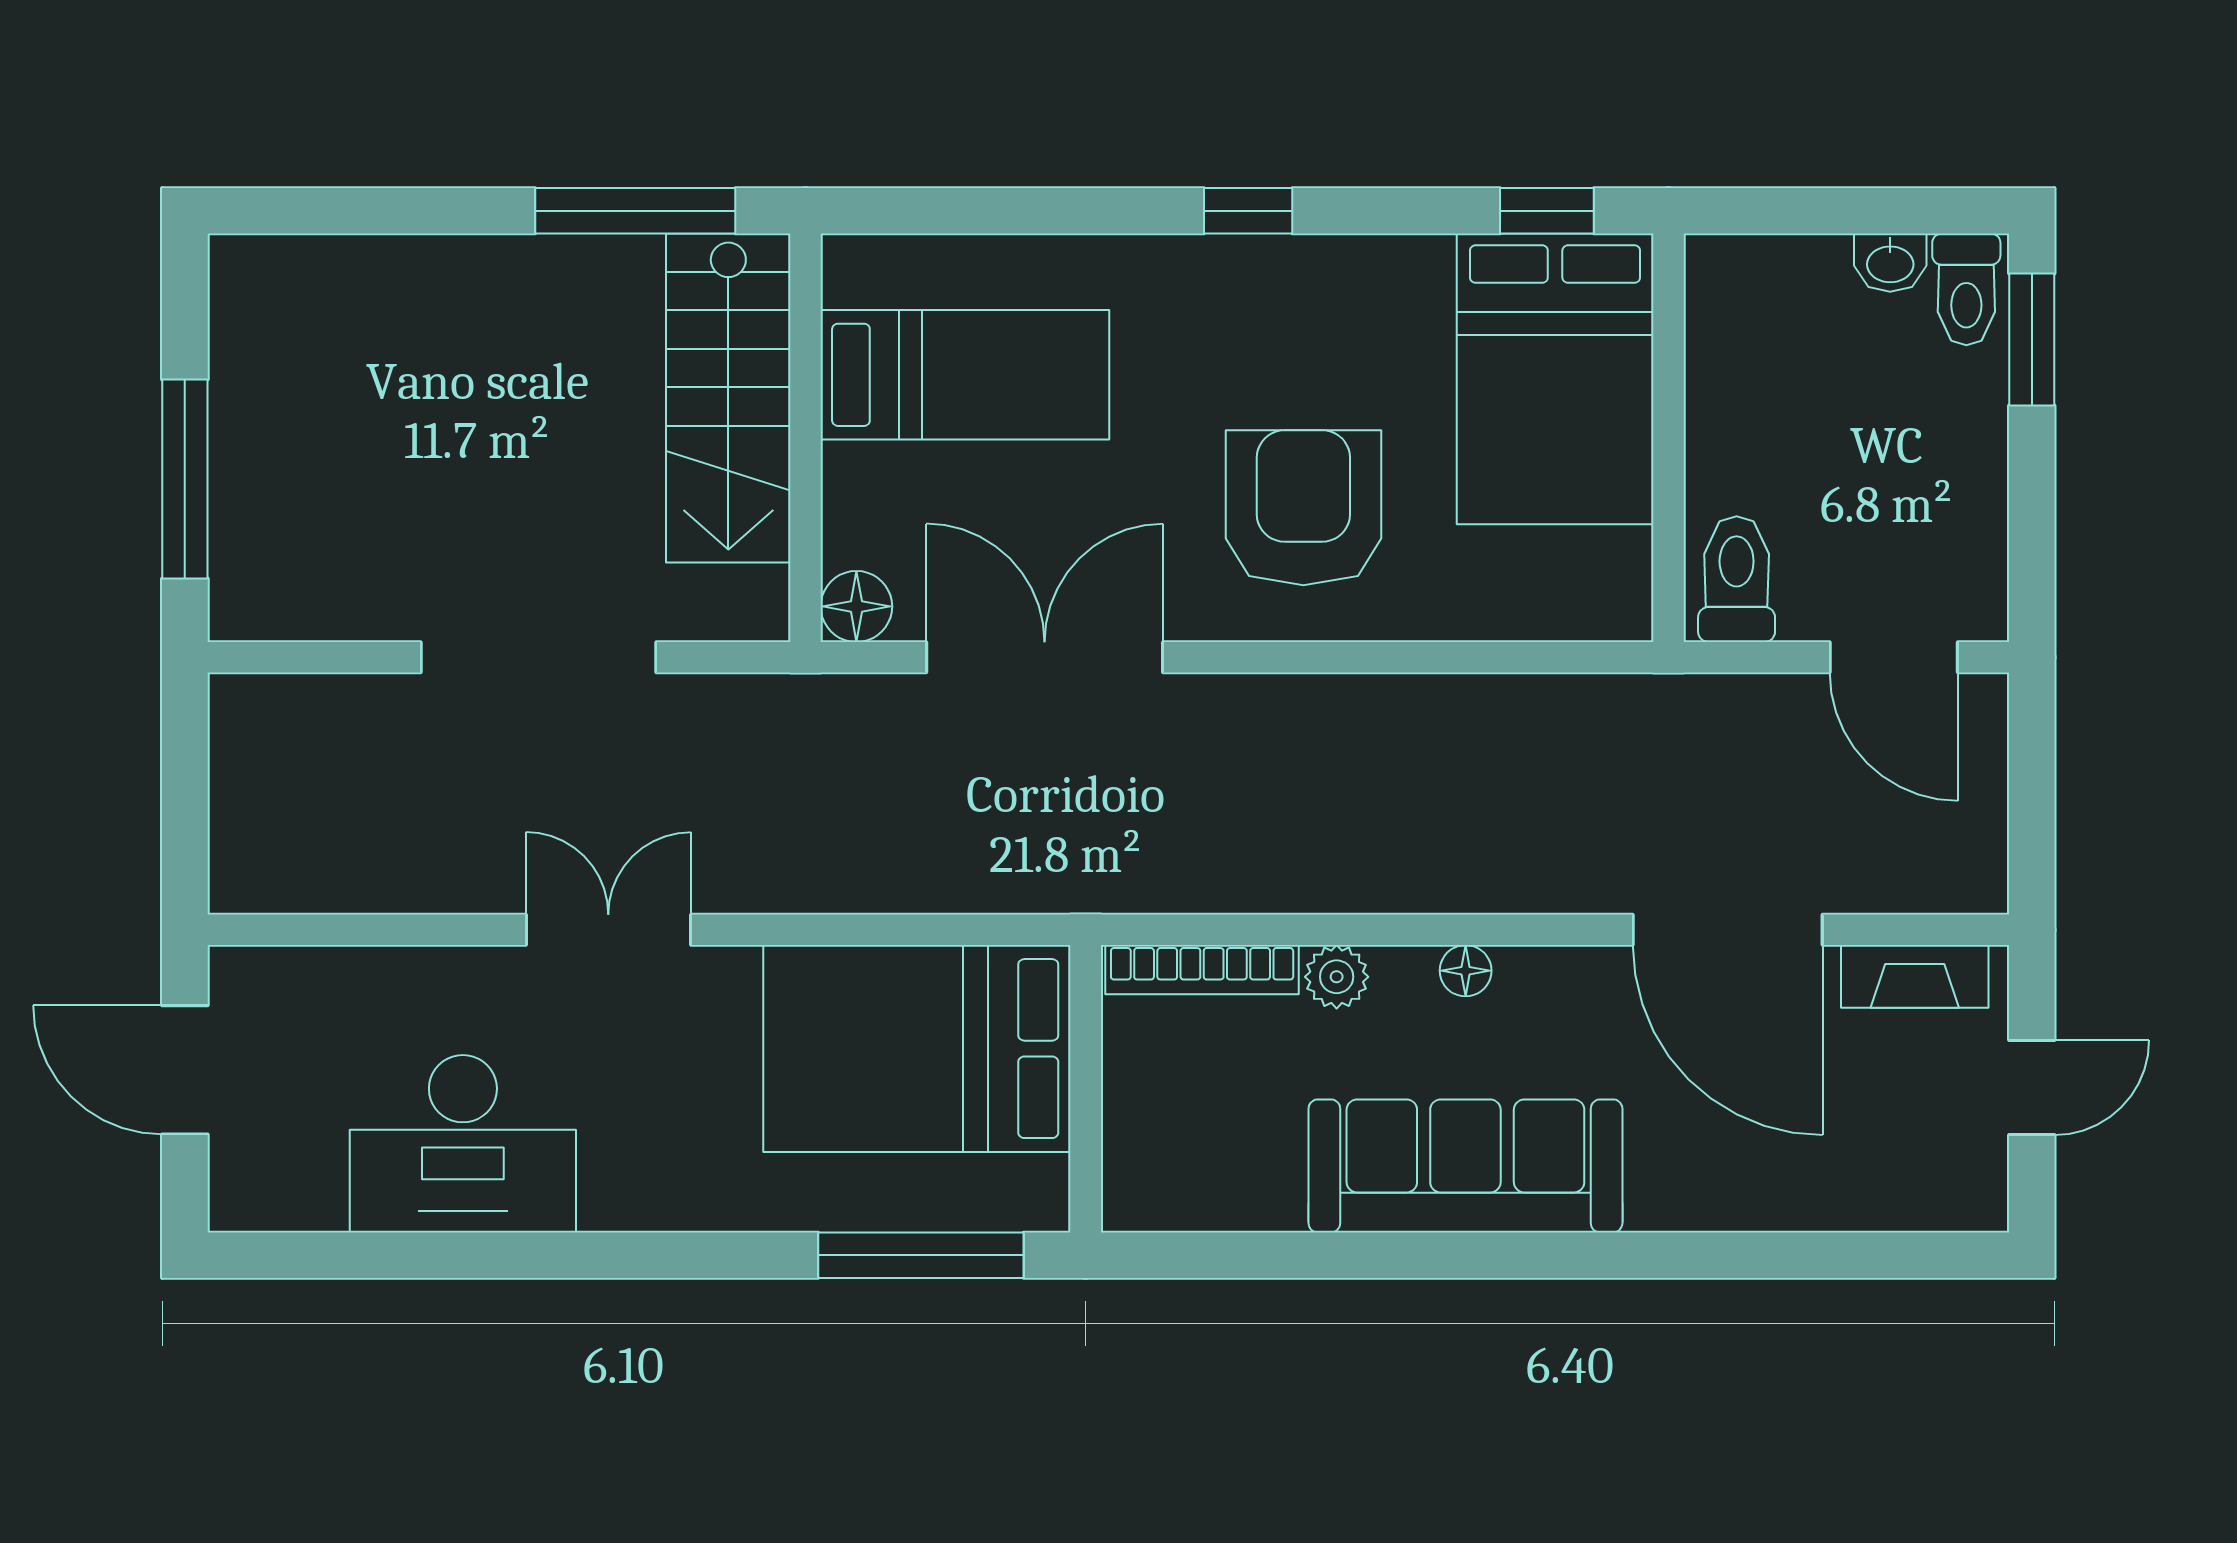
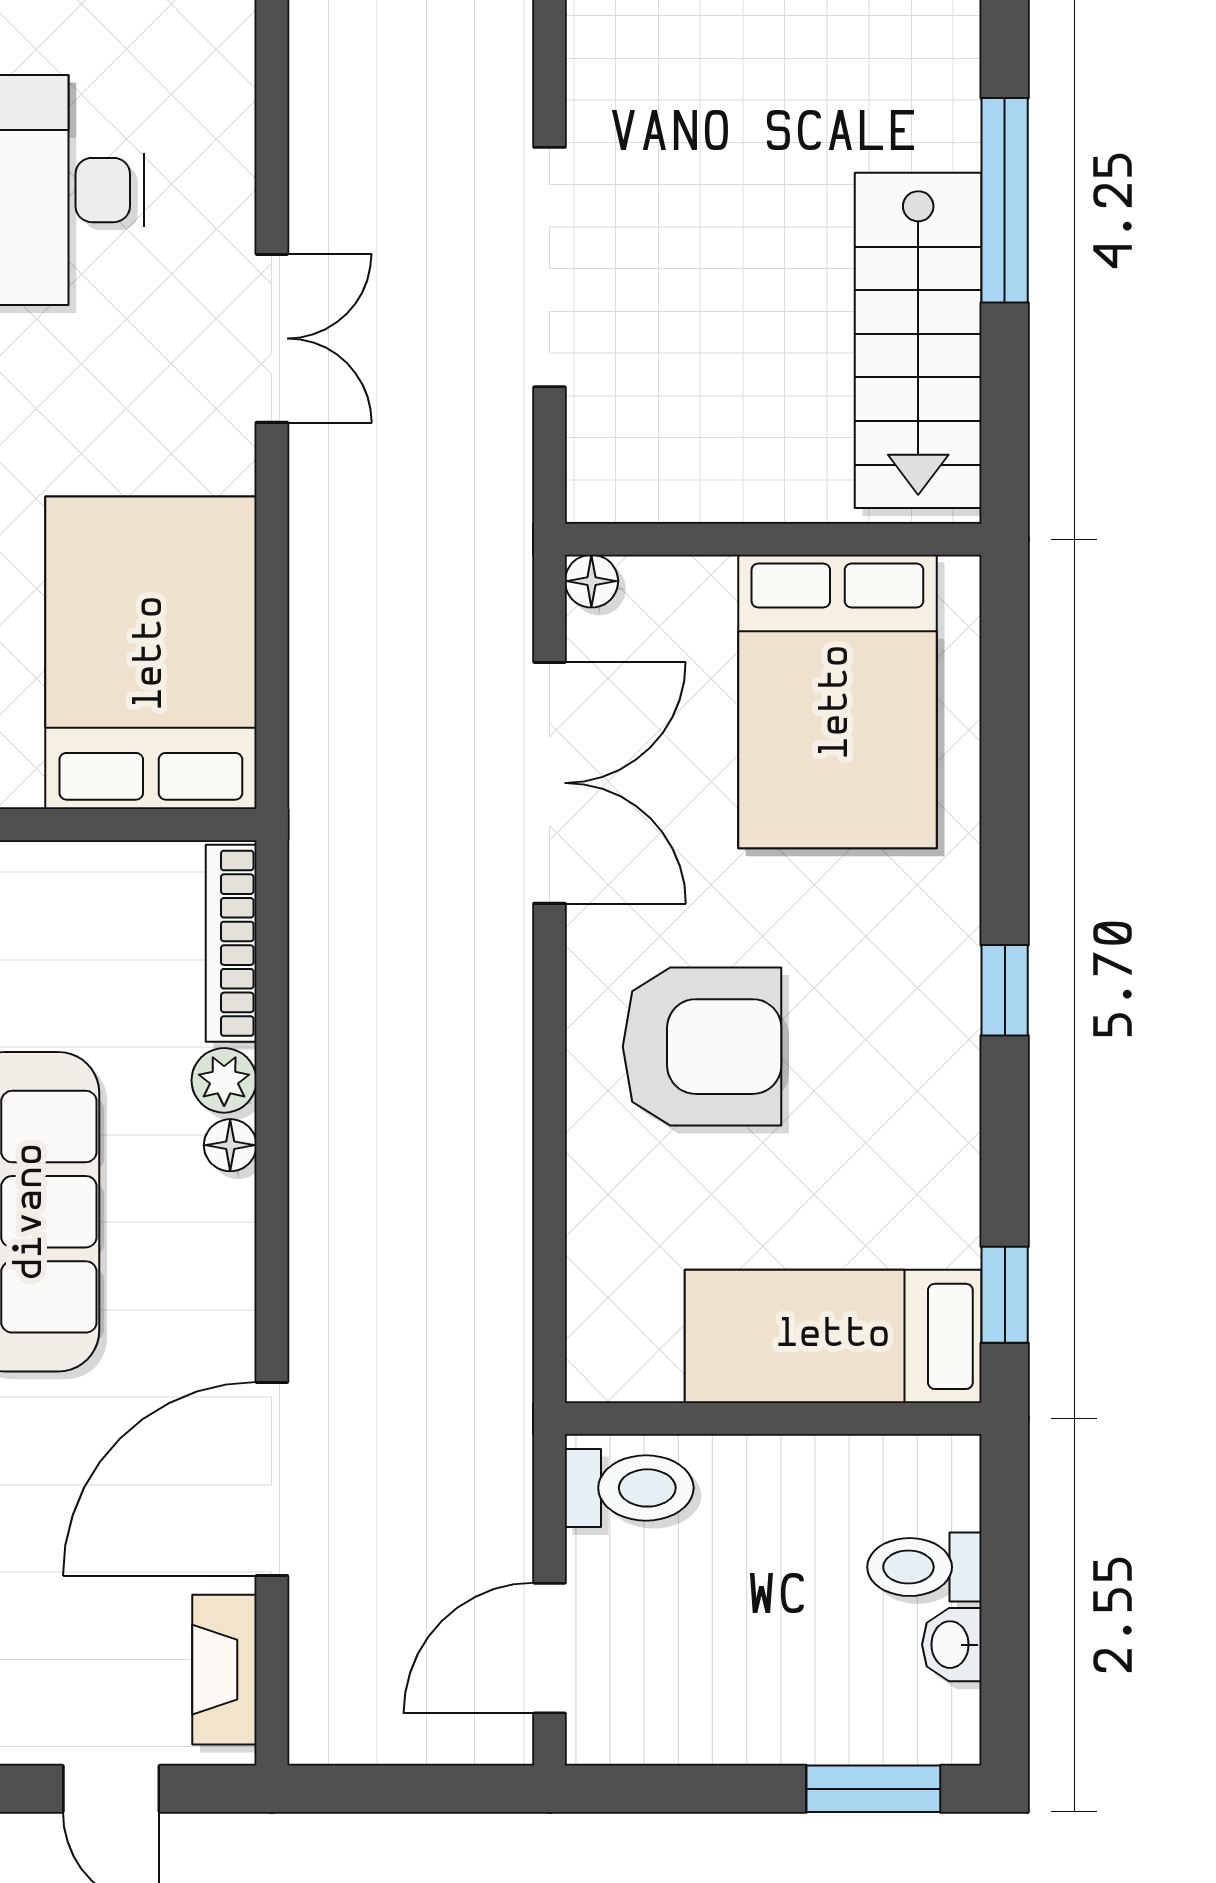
window: (635, 211) -> (1005, 200), moved
toilet: (1966, 289) -> (924, 1567), moved
bed: (965, 375) -> (837, 702), width x1.50
bed: (1555, 379) -> (833, 1336), width x0.67
stairs: (728, 398) -> (918, 340), moved, turned -90
floor lamp: (856, 606) -> (591, 581), width x0.73, depth x0.73
floor lamp: (1466, 971) -> (230, 1145), moved

